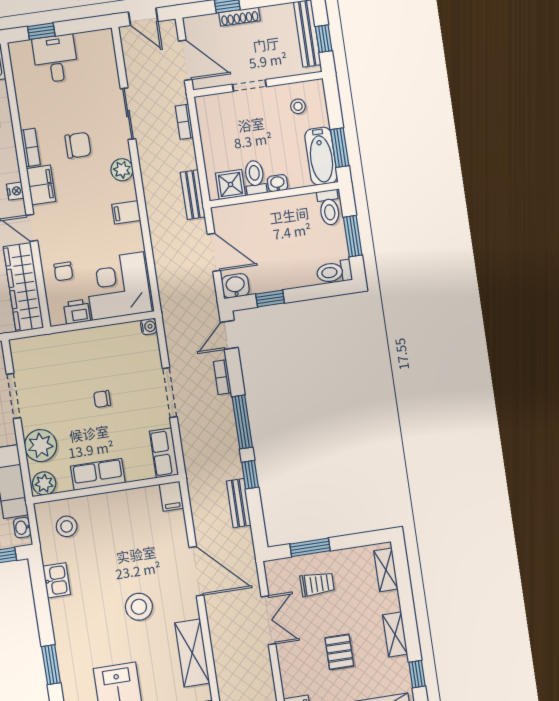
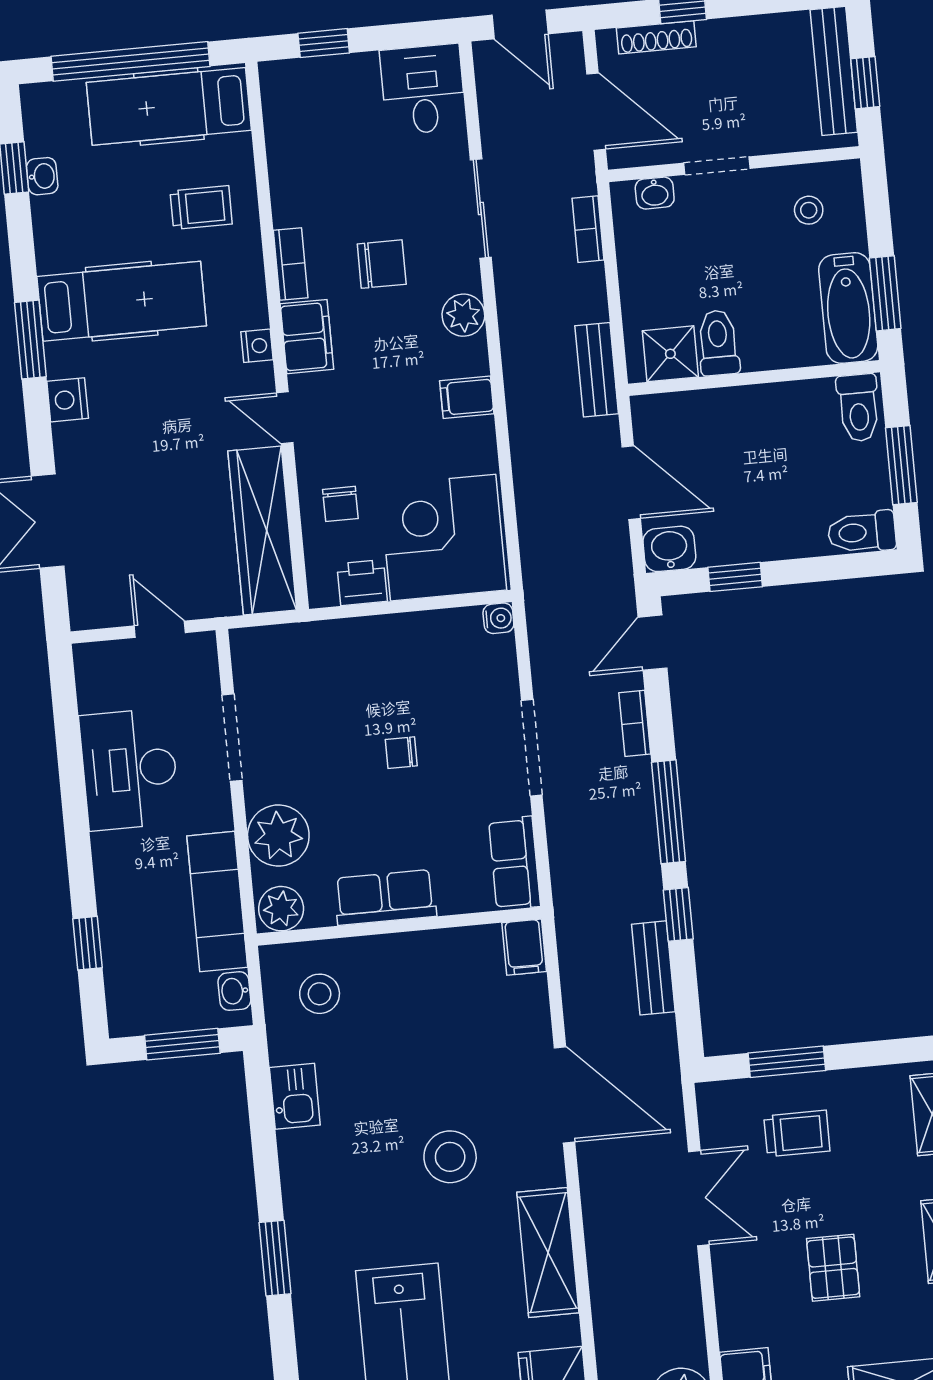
shoe rack: (240, 17) -> (656, 37), moved
desk: (55, 59) -> (423, 89), moved
washbasin: (278, 183) -> (655, 193), moved, turned 180

